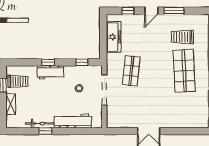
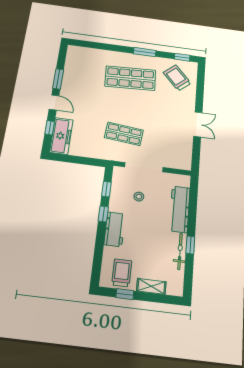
freezer: (114, 37) -> (61, 136), moved, turned 90
trolley: (182, 37) -> (177, 78), moved, turned 138
window: (48, 62) -> (103, 214), moved

